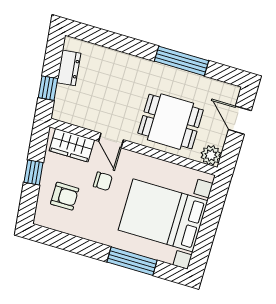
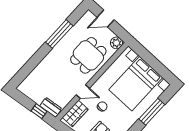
dresser: (69, 68) -> (51, 107), moved

